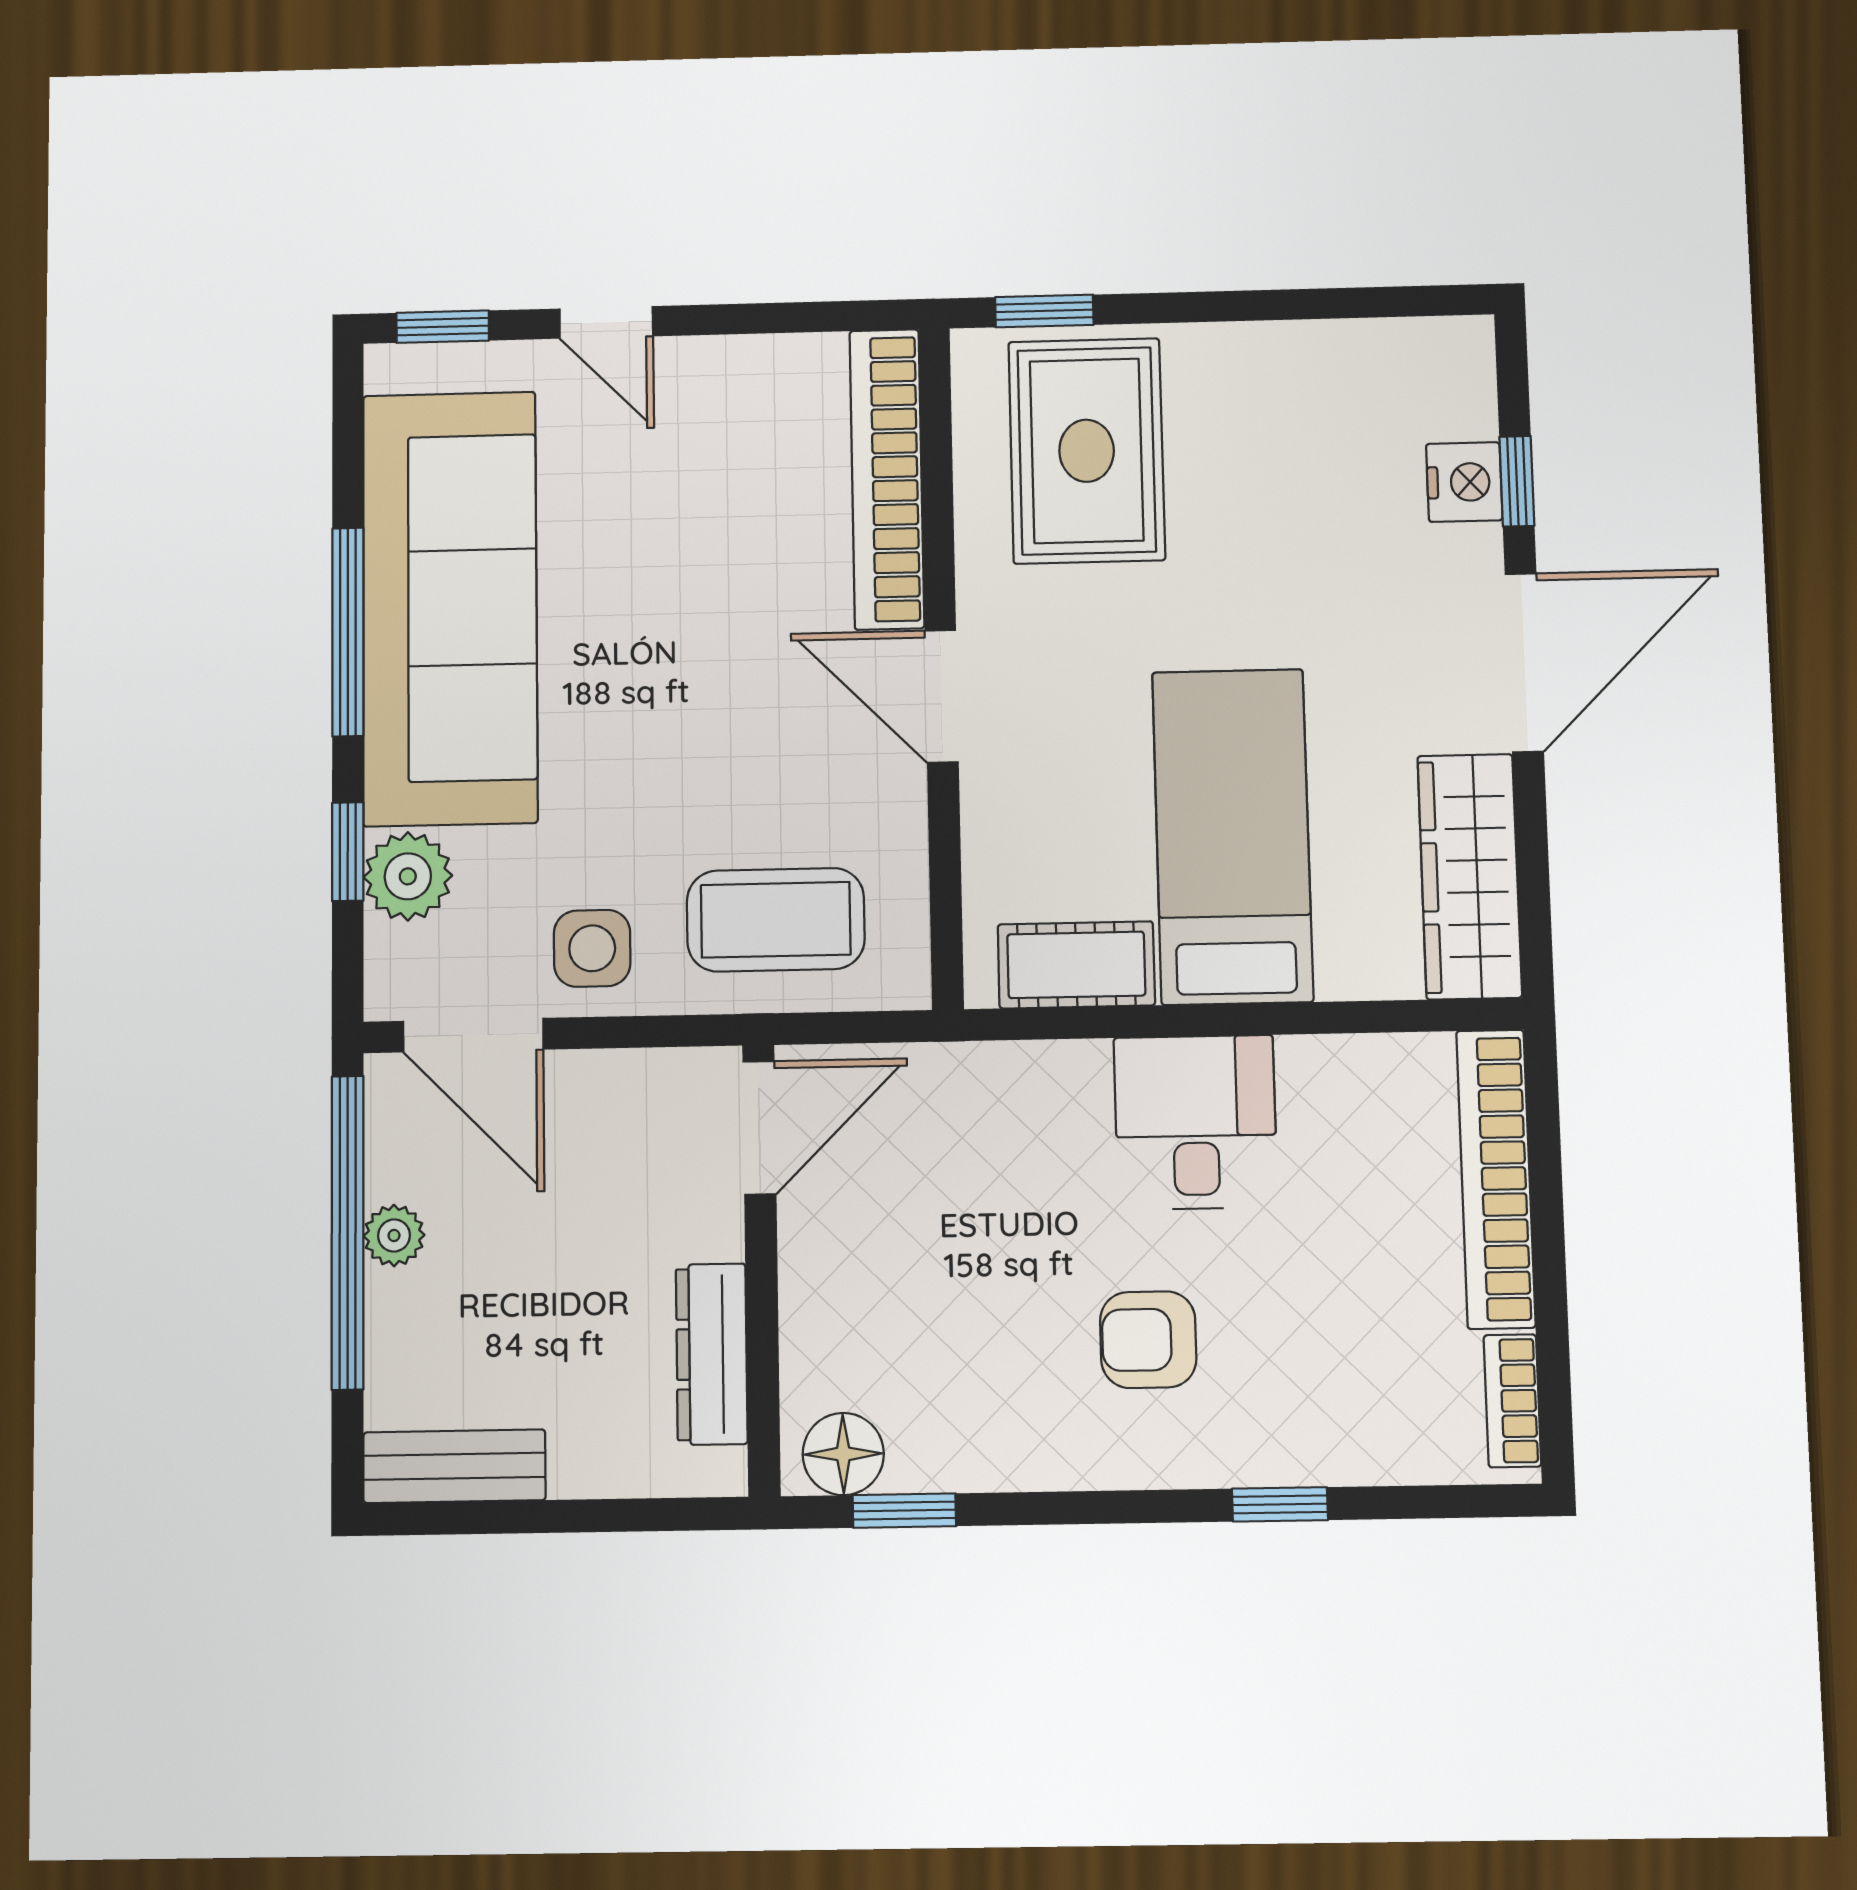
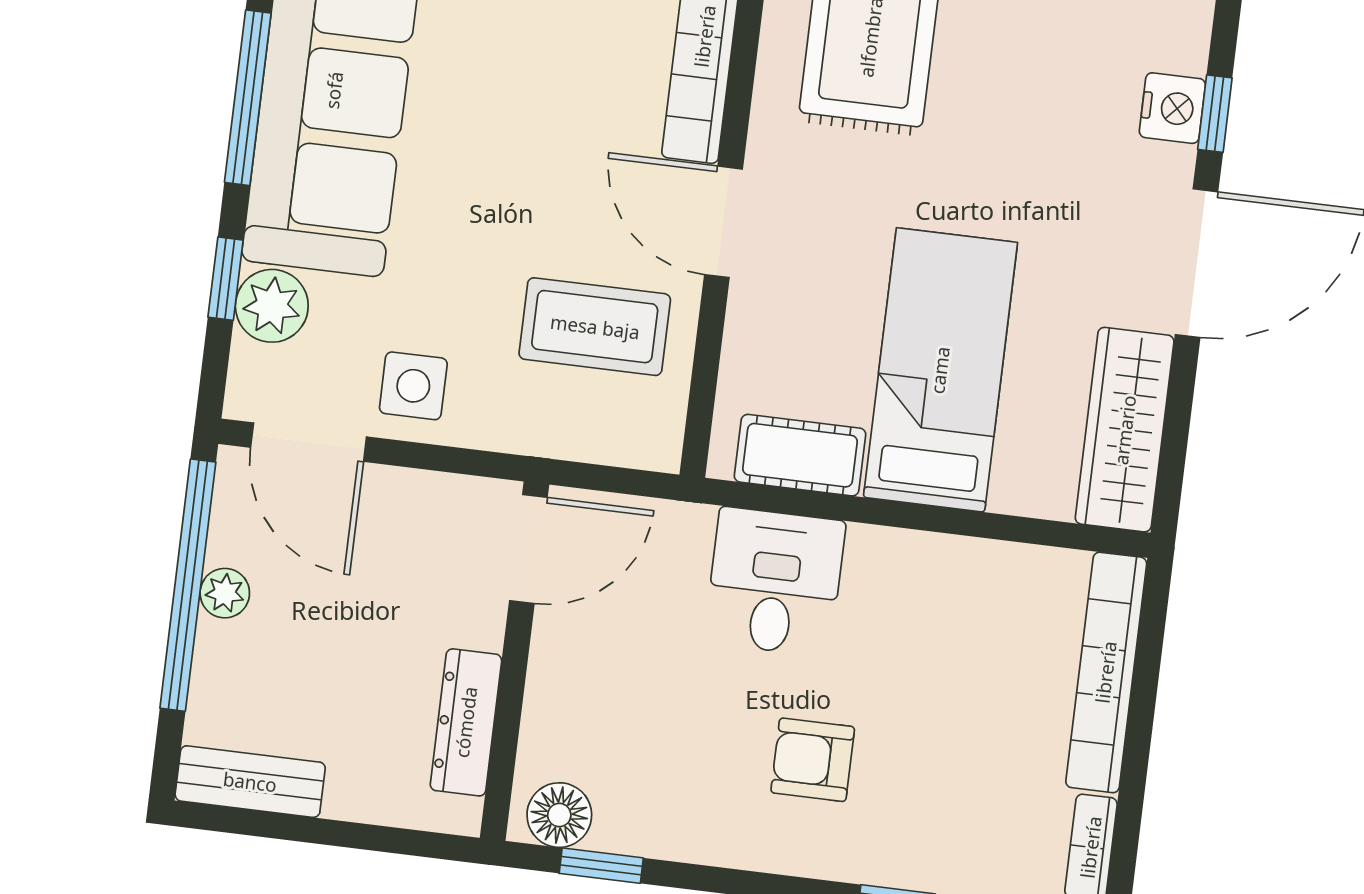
coffee table: (776, 920) -> (595, 327), moved
desk: (1196, 1122) -> (775, 582), moved

